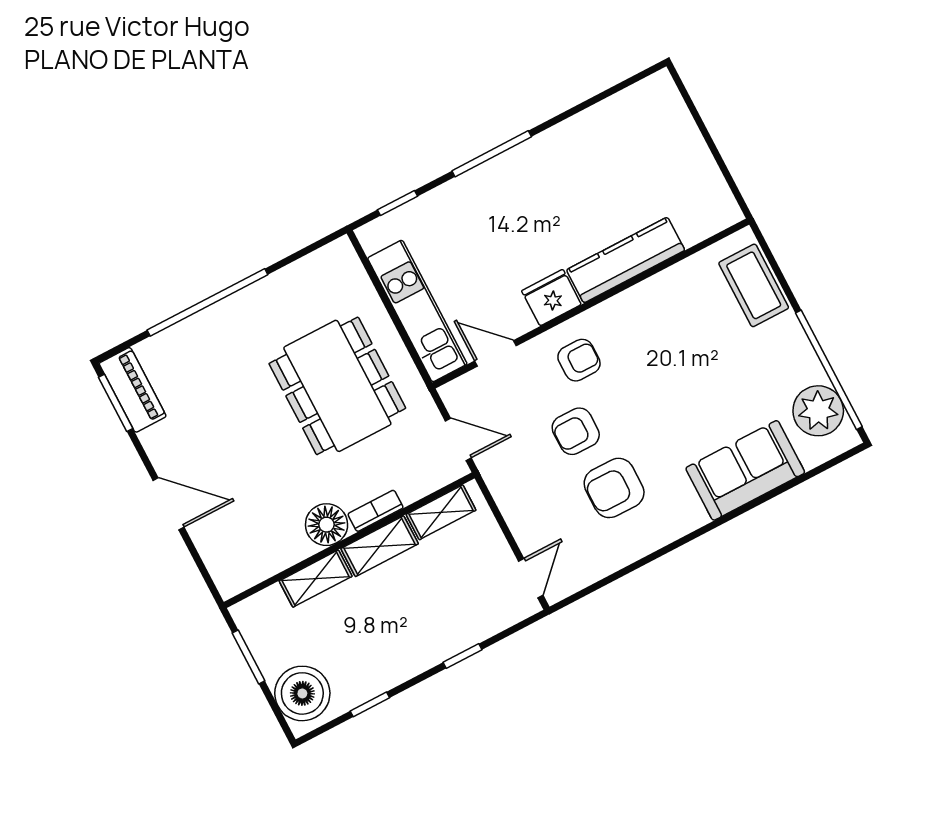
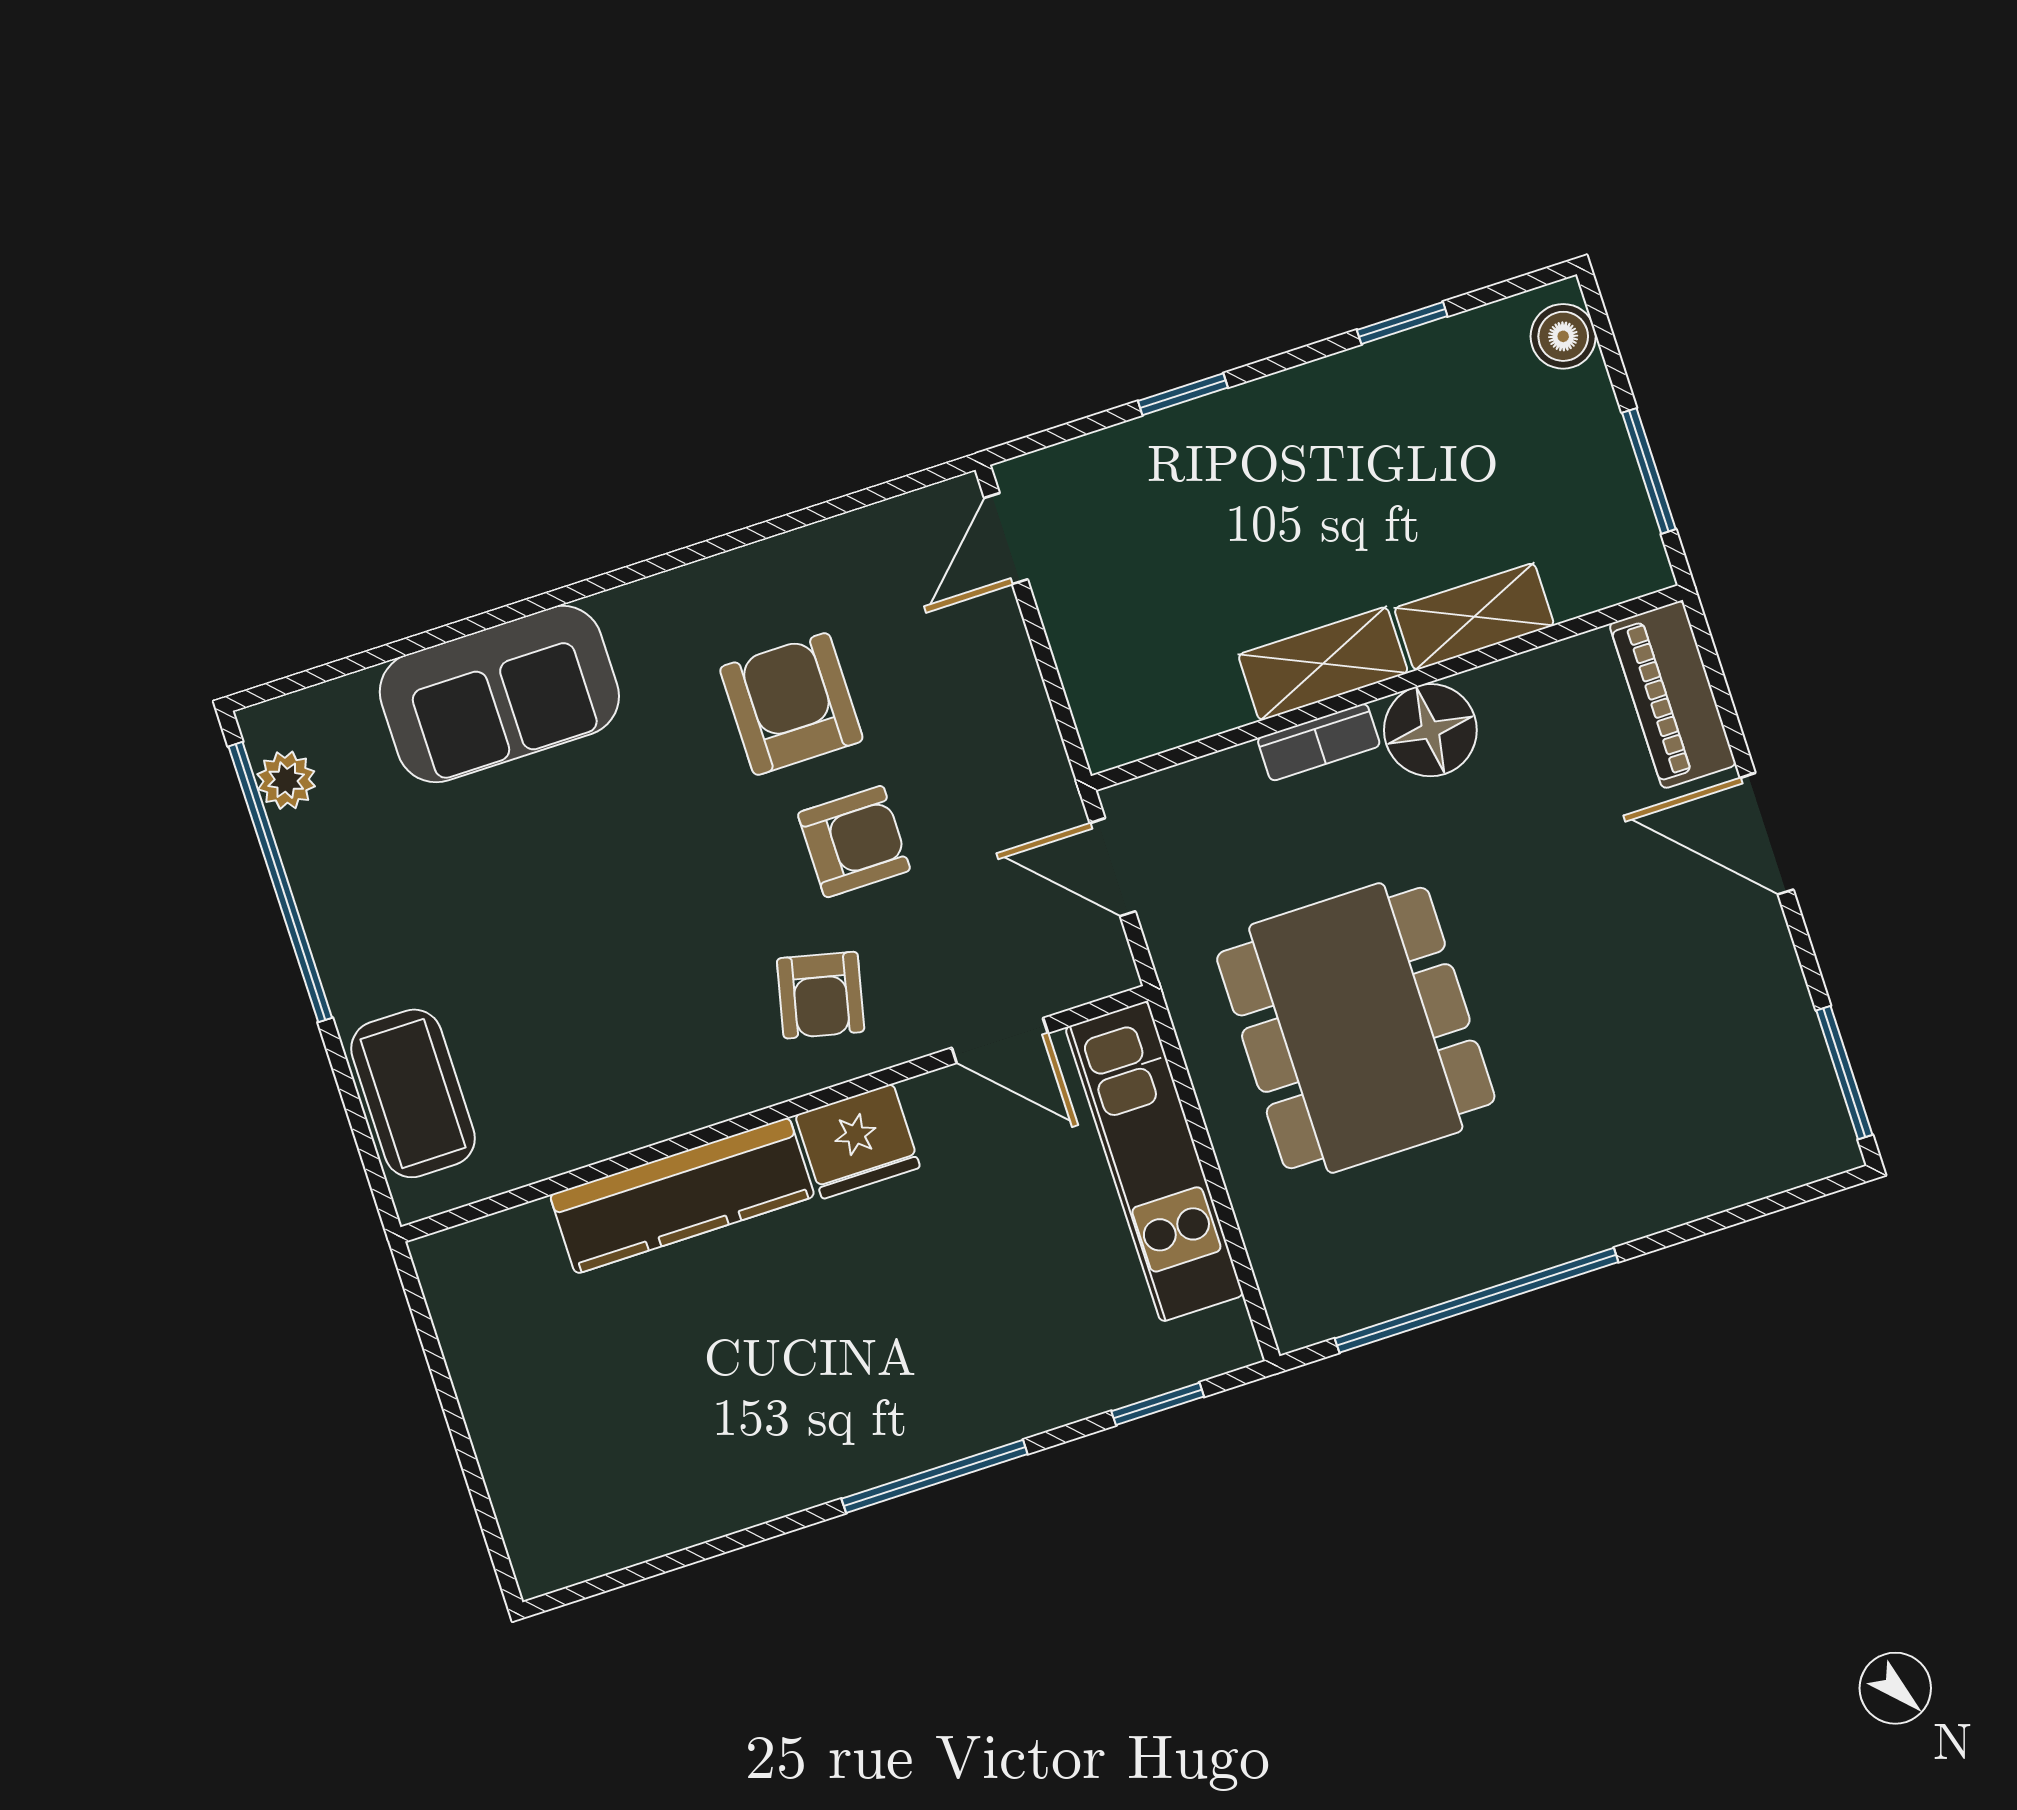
window: (207, 302) -> (1477, 1300), moved
armchair: (579, 360) -> (821, 995), turned -77
piano: (133, 390) -> (1673, 694), moved
plant: (818, 411) -> (286, 780), width x0.53, depth x0.53
armchair: (614, 488) -> (791, 704), turned -90
shelving: (441, 512) -> (1177, 715), removed
boiler: (302, 693) -> (1563, 336), width x0.54, depth x0.54

